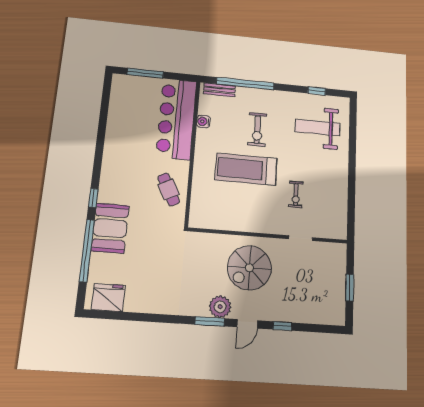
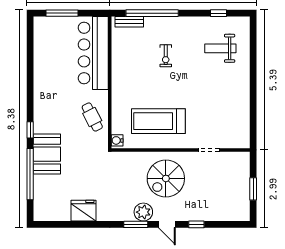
water cooler: (203, 122) -> (117, 140), moved
weight bench: (317, 127) -> (220, 48), width x0.73, depth x0.75
exercise bike: (257, 130) -> (166, 56), width x0.73, depth x0.72
treadmill: (246, 169) -> (158, 121), moved
exercise bike: (296, 194) -> (203, 112), removed
fridge: (108, 298) -> (83, 211), moved
door: (247, 324) -> (167, 224), hinge flipped

